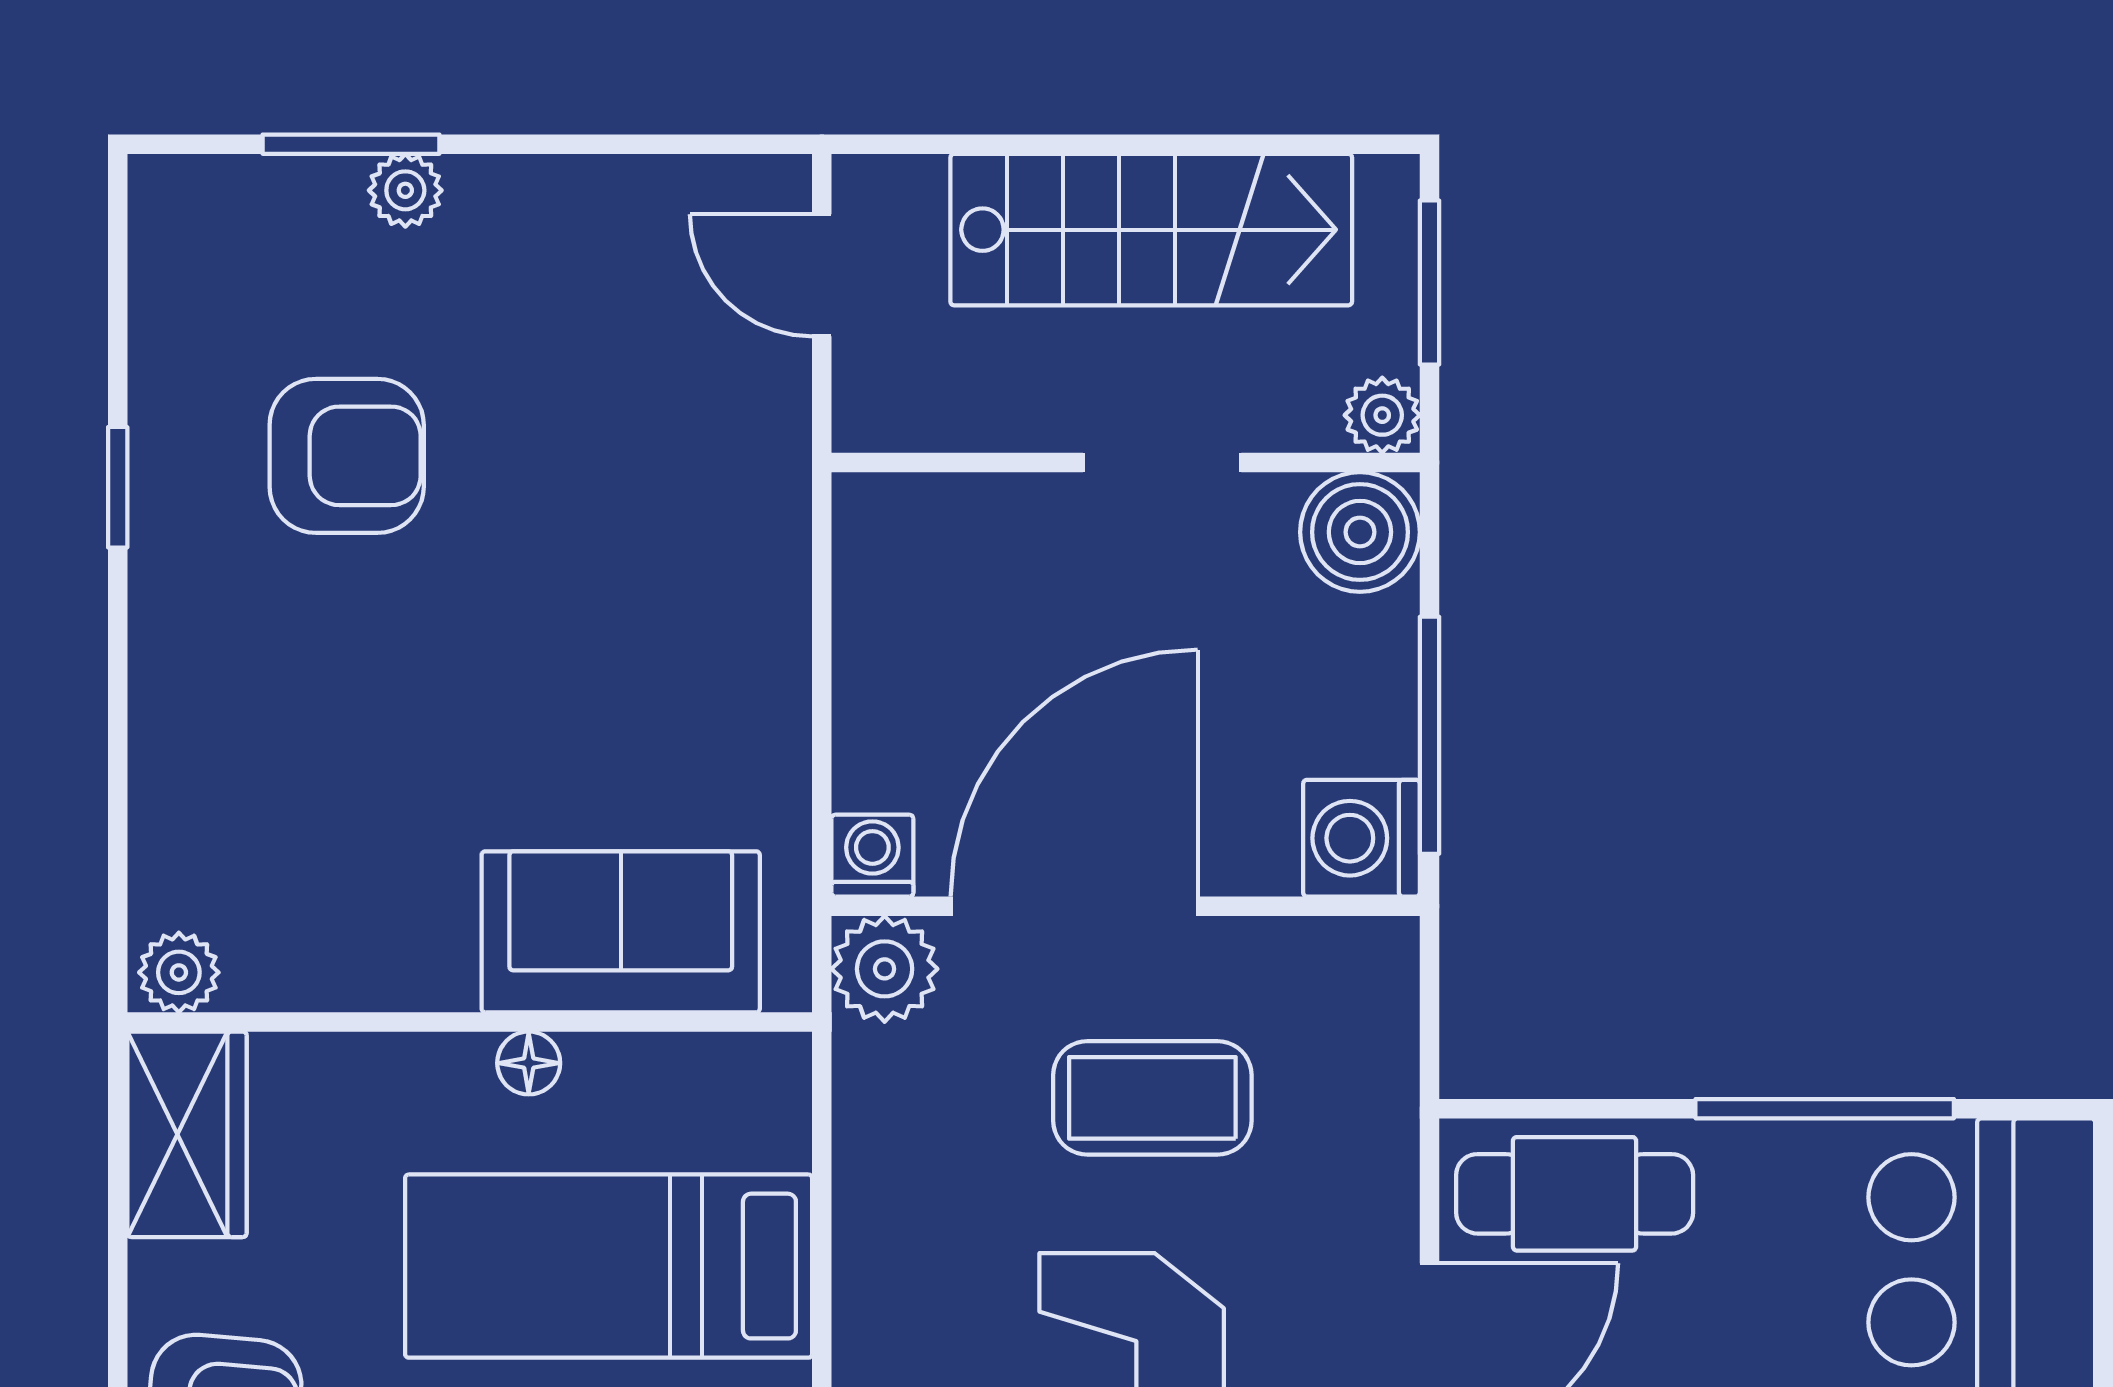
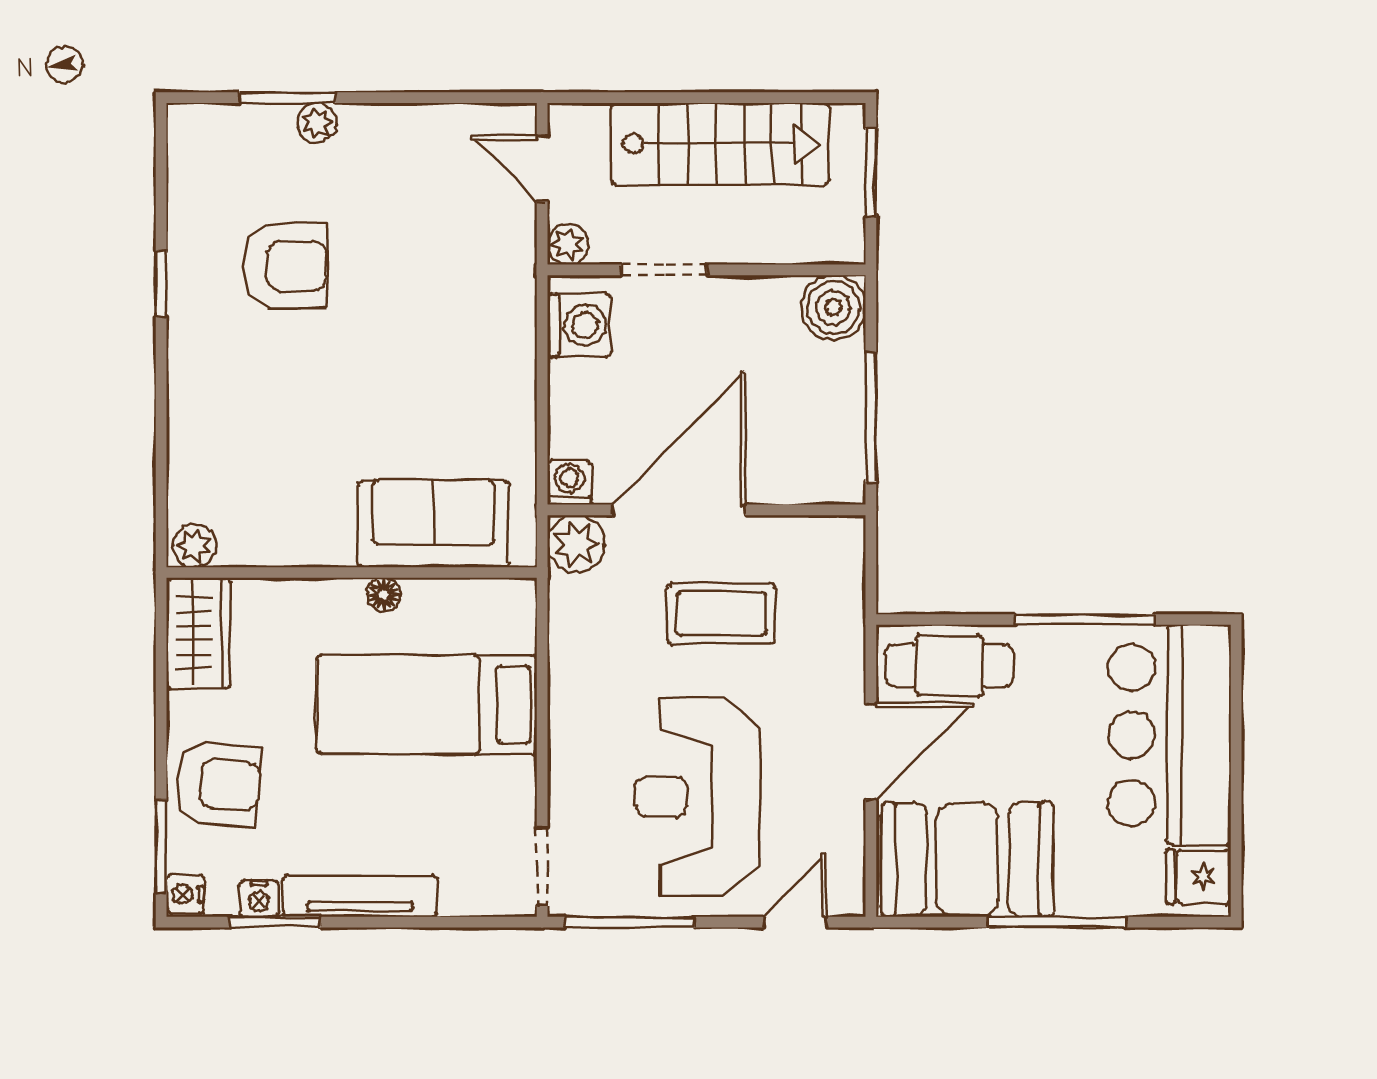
plant: (1382, 415) -> (568, 244), moved
doorway: (1162, 462) -> (664, 270), moved
washing machine: (1362, 838) -> (579, 325), moved, turned 180

